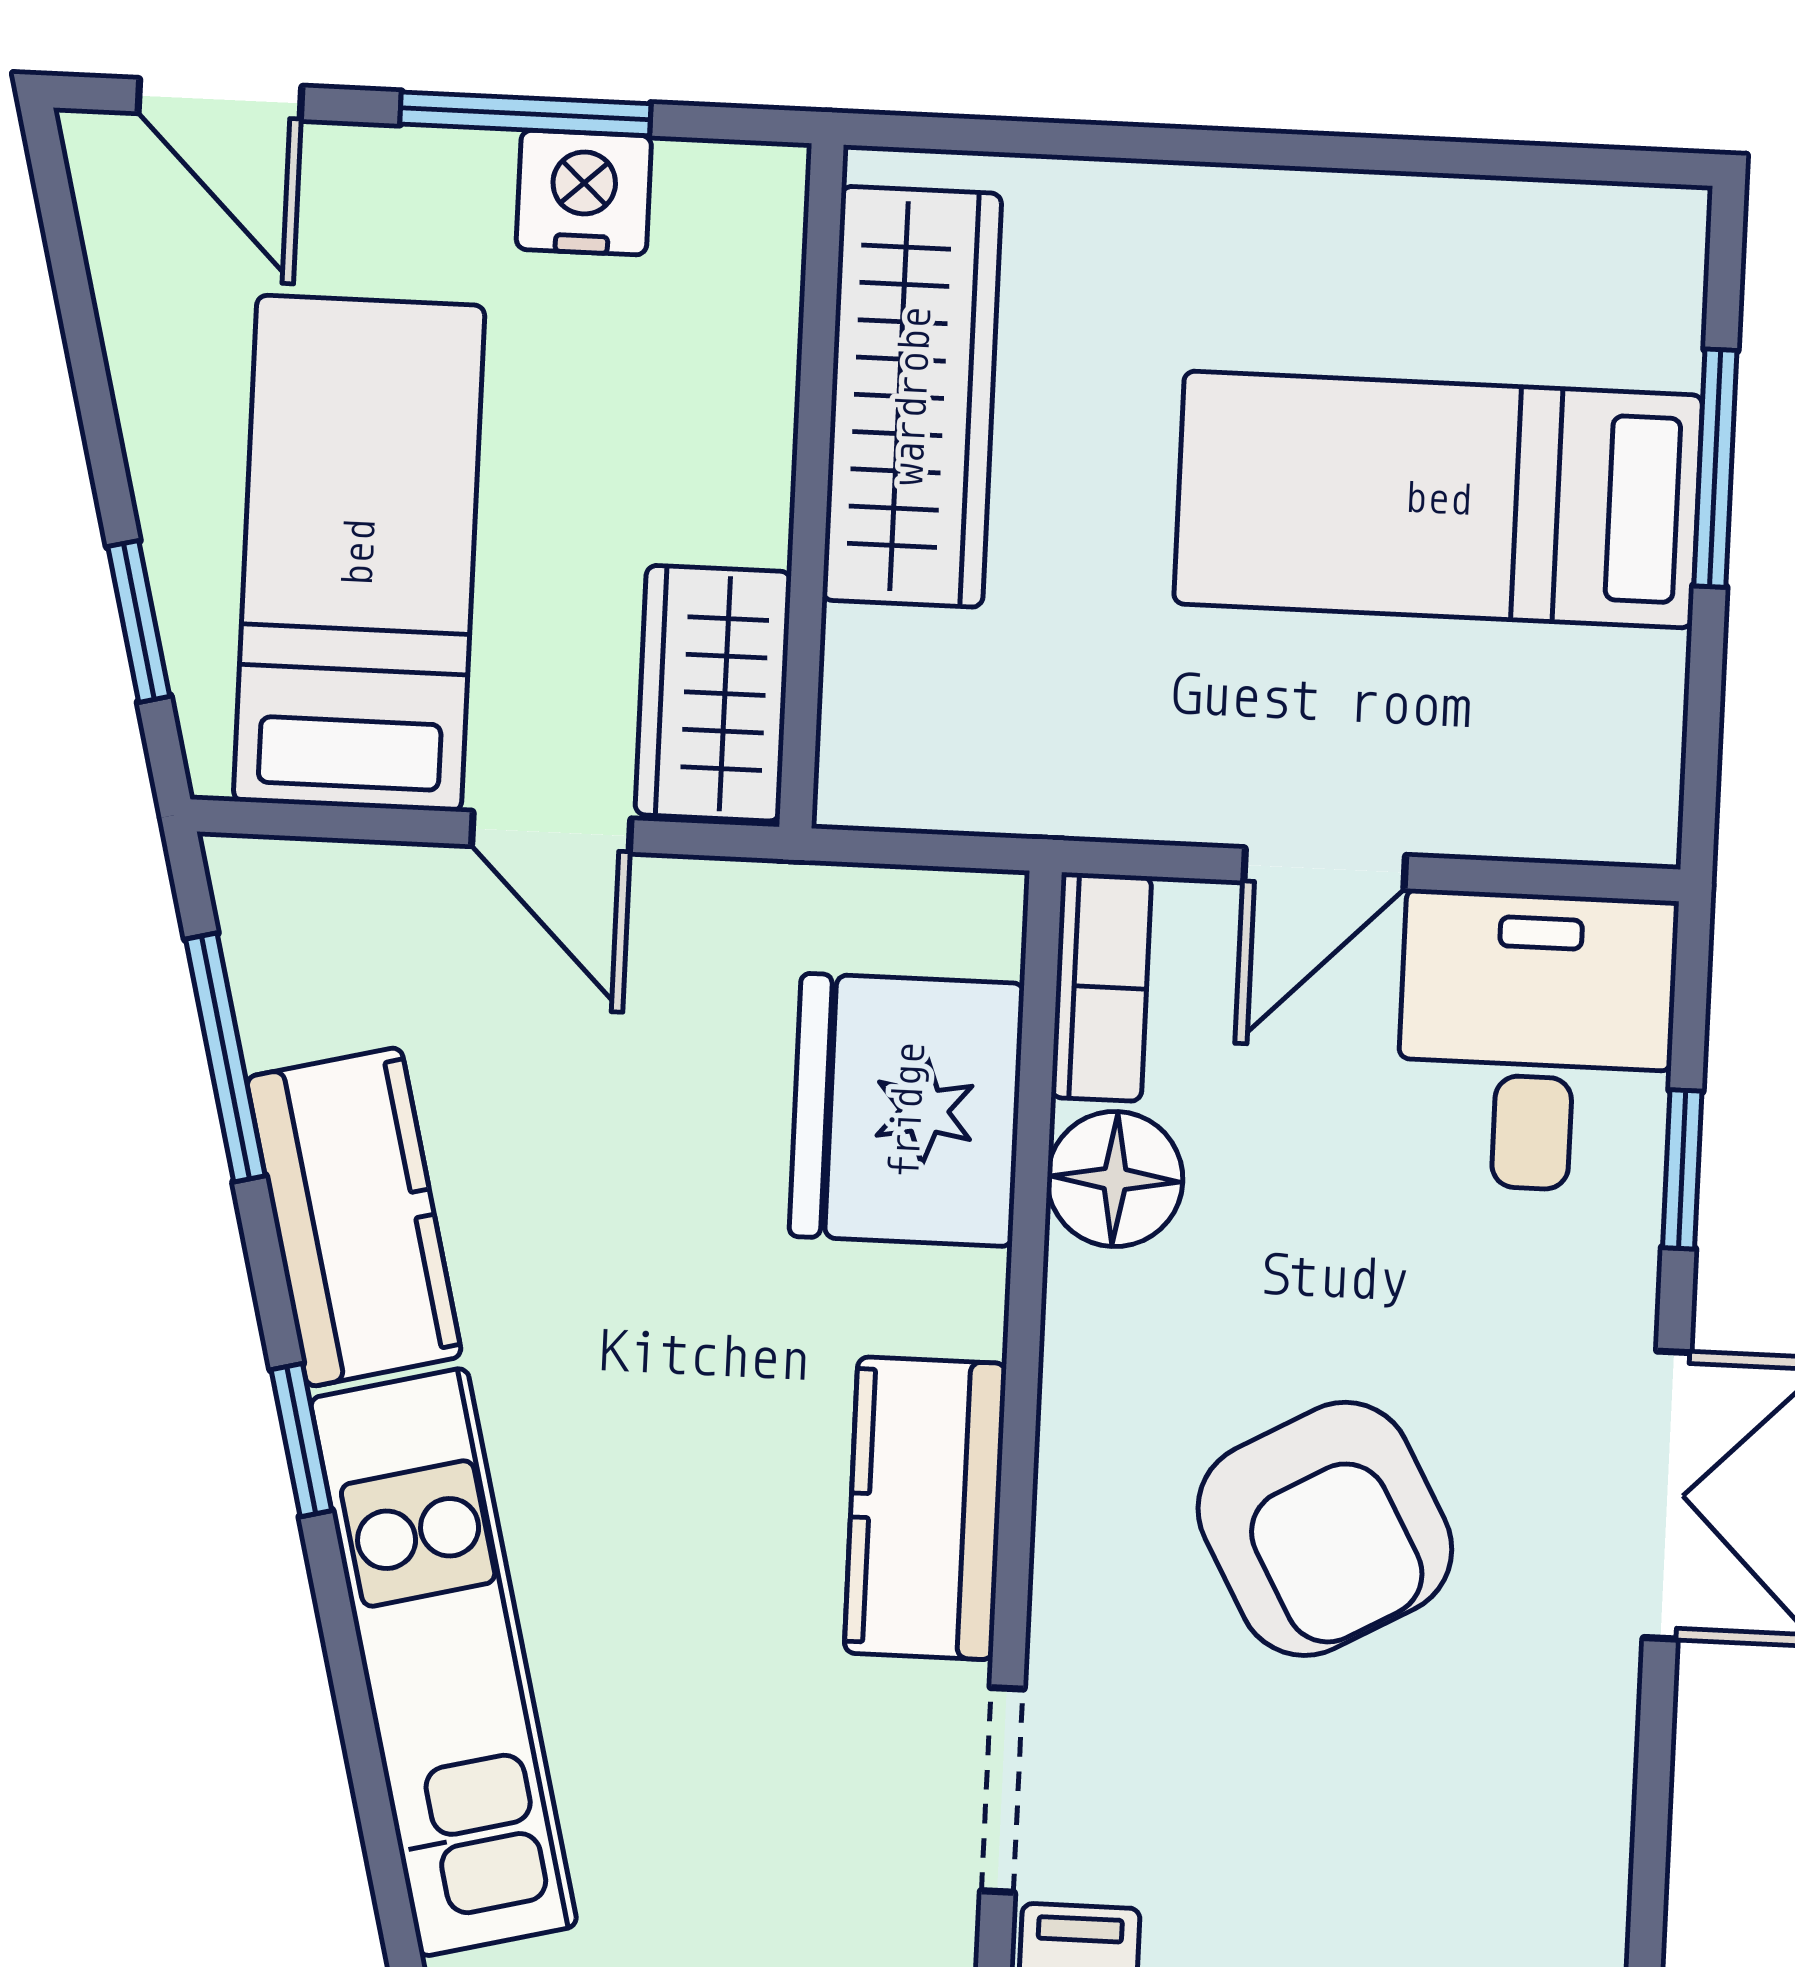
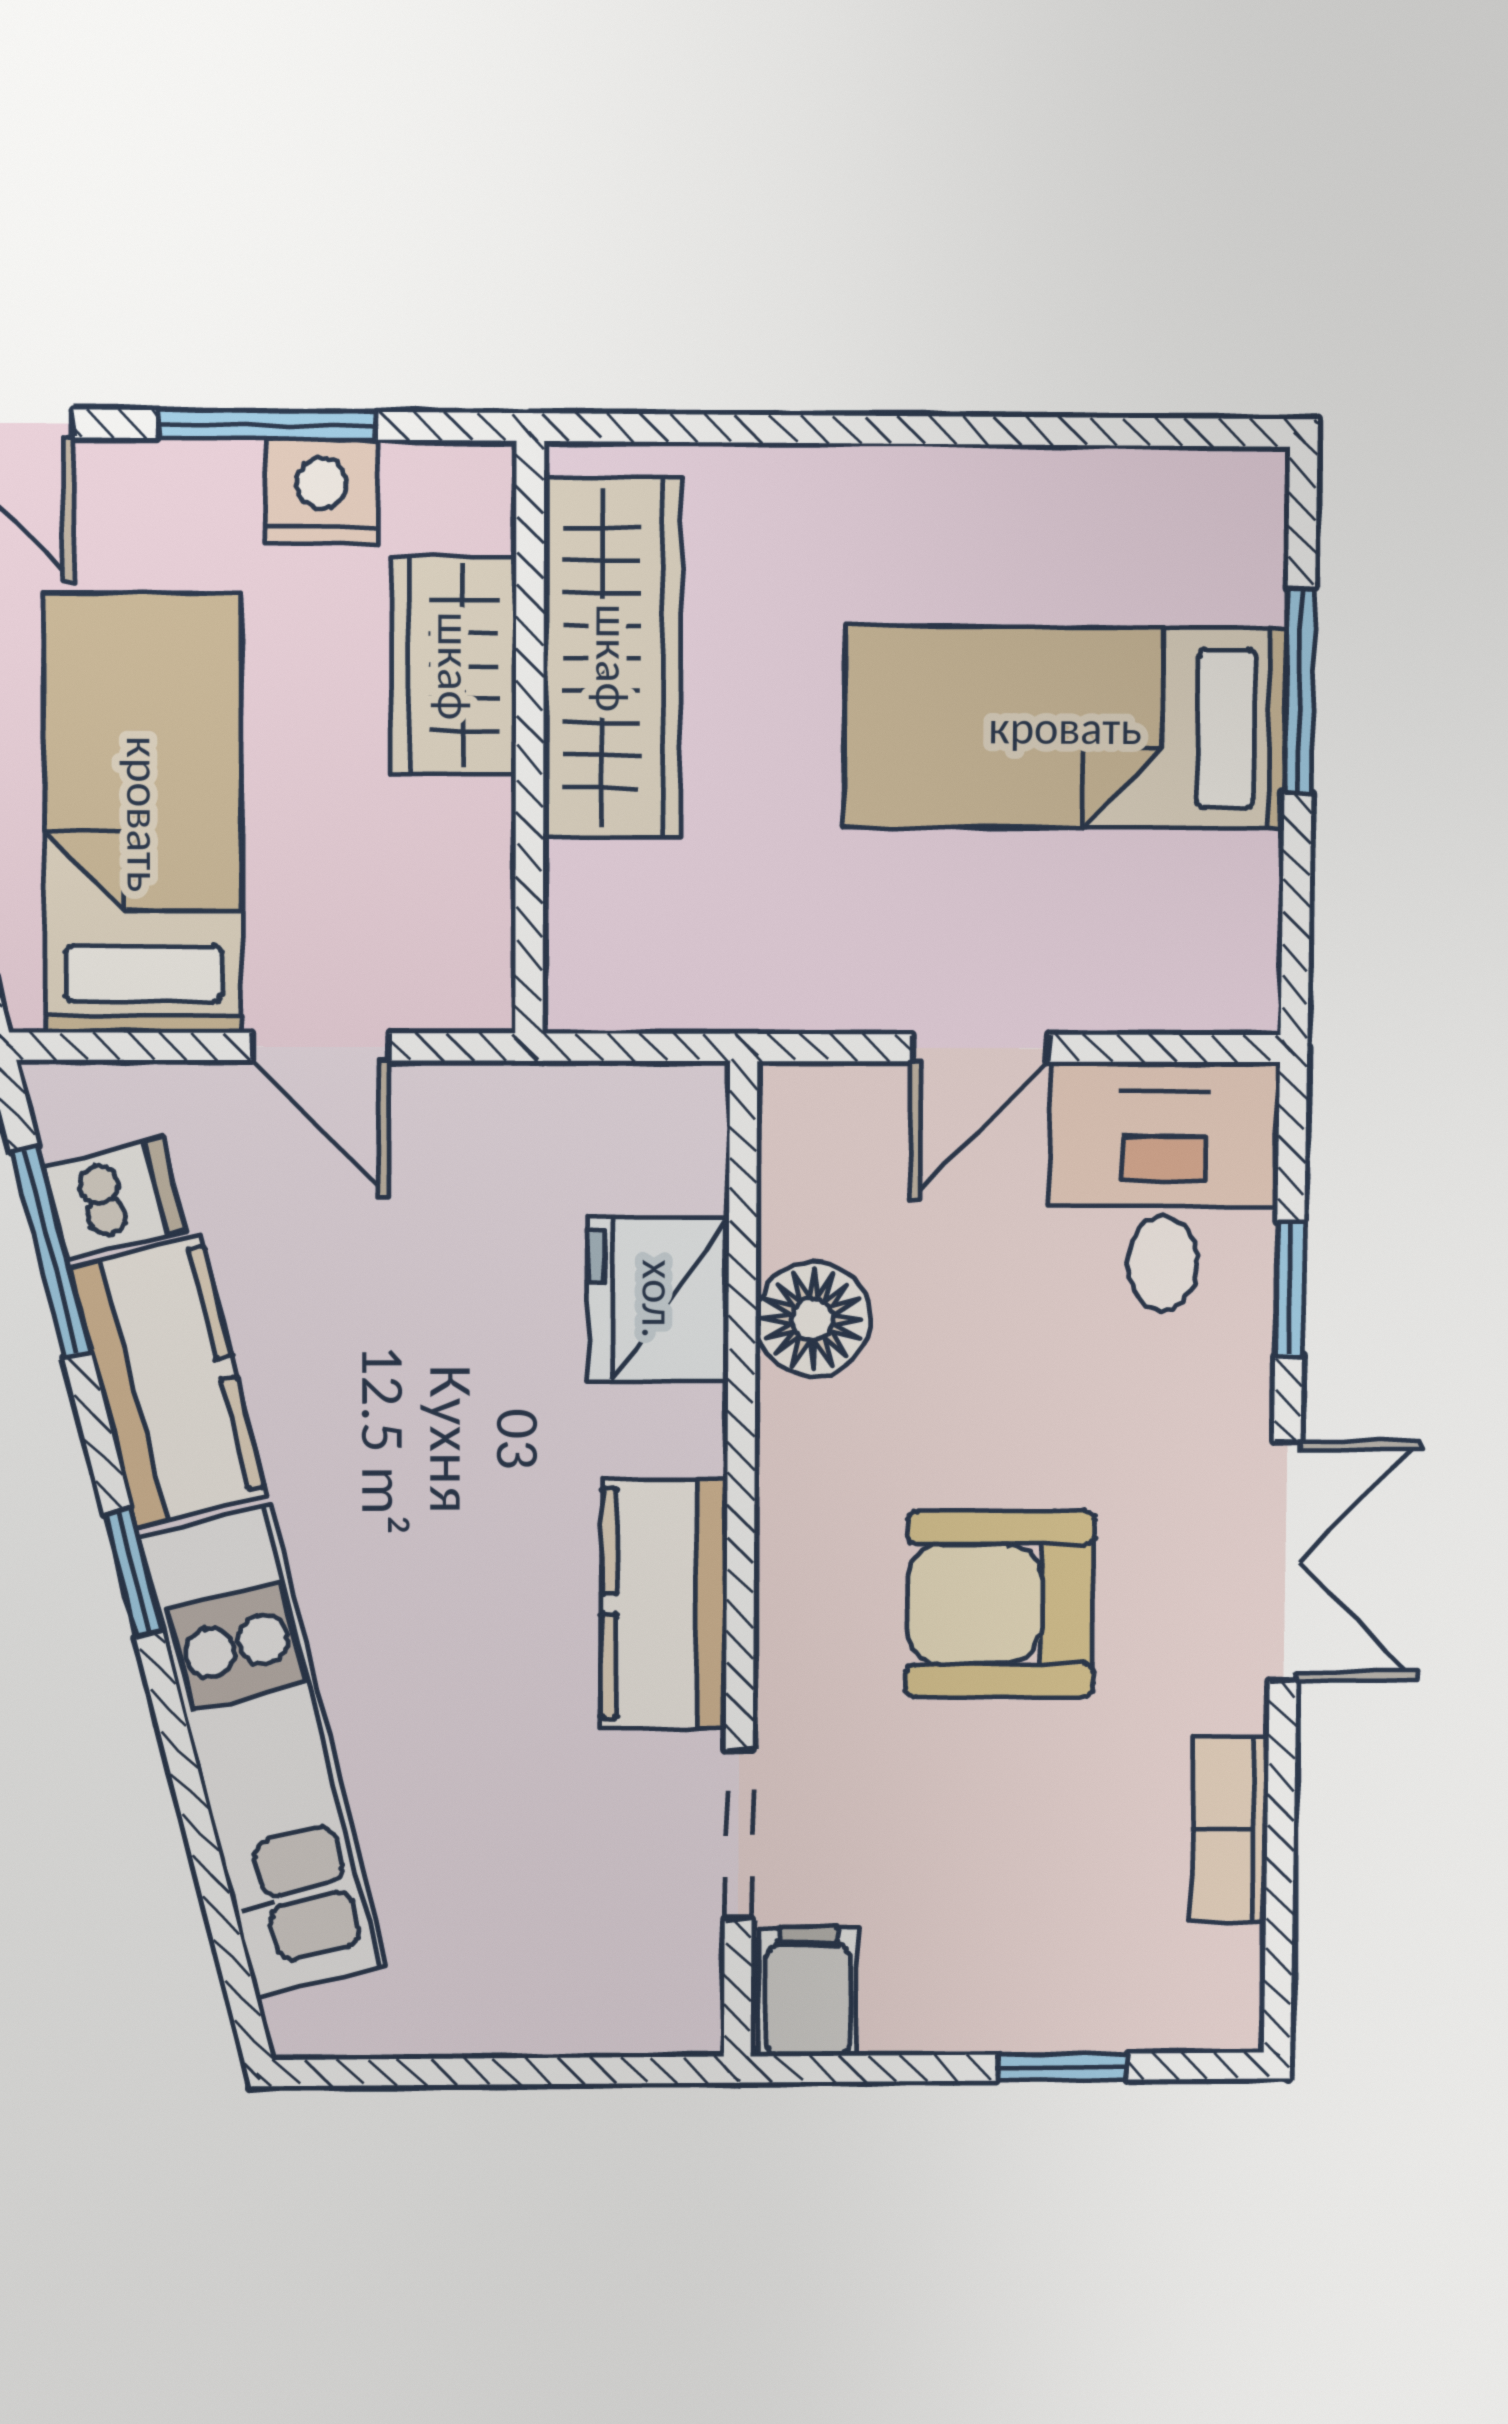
wardrobe: (713, 693) -> (454, 666), moved
bookcase: (1101, 987) -> (1230, 1829), moved, turned 180
dishwasher: (303, 998) -> (115, 1198), added
fridge: (907, 1110) -> (658, 1299), width x0.73, depth x0.75
armchair: (1325, 1529) -> (1000, 1604), turned 119

